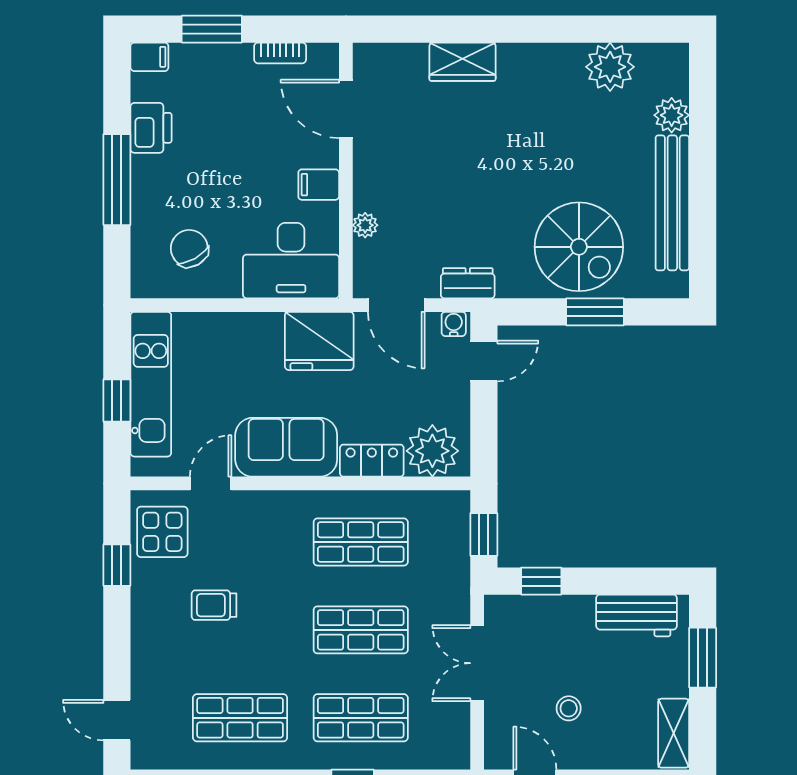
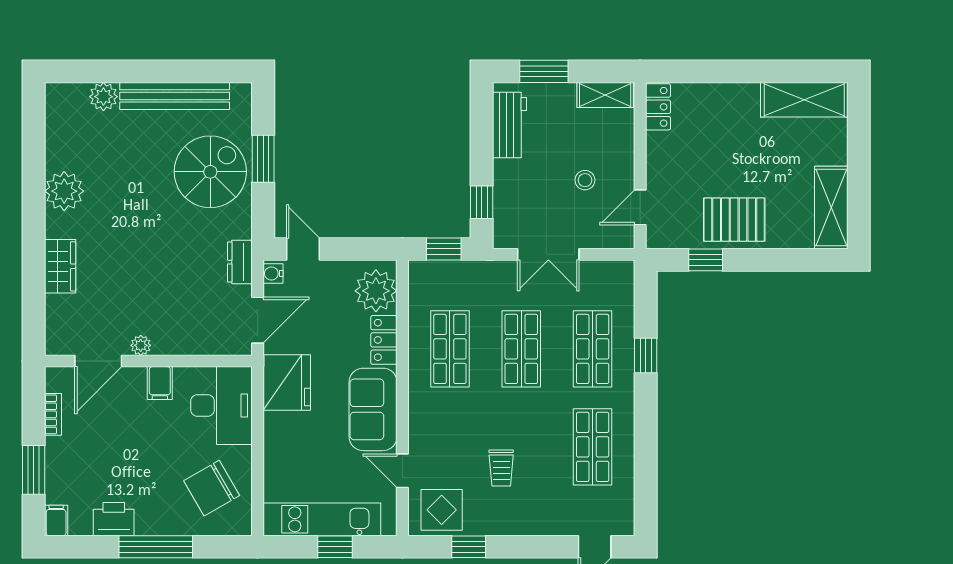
plant: (610, 67) -> (64, 191), moved
plant: (365, 225) -> (141, 345), moved
chair: (189, 248) -> (212, 488), width x1.37, depth x1.37

